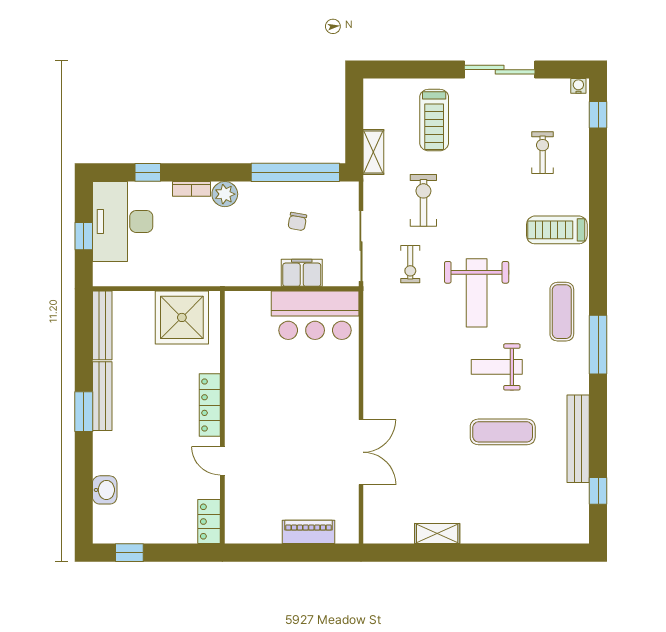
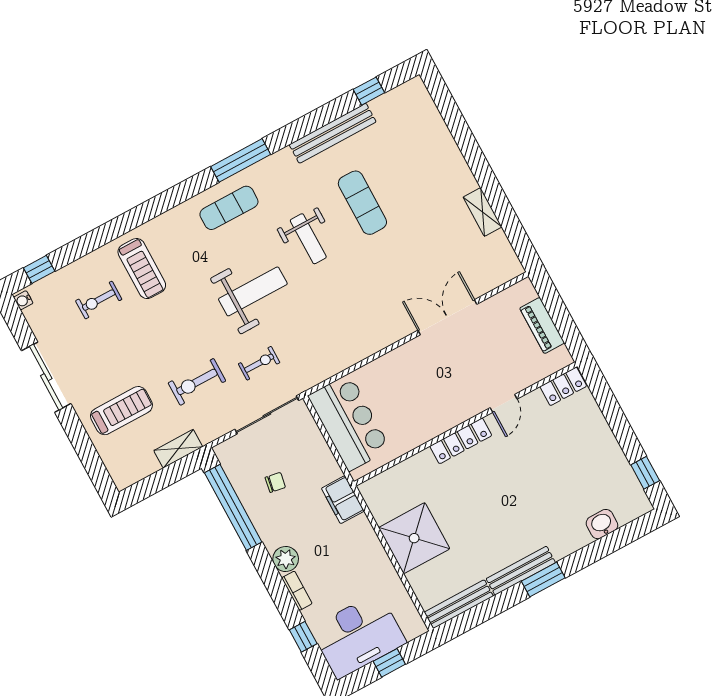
treadmill: (557, 230) -> (142, 269), moved
filing cabinet: (302, 273) -> (343, 500), moved
locker: (210, 405) -> (461, 441), moved
wall: (222, 417) -> (466, 424), moved
door: (222, 461) -> (504, 403), moved
locker: (209, 522) -> (563, 386), moved

